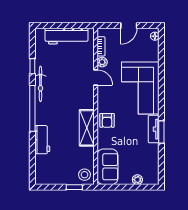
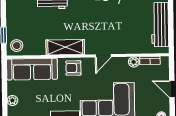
door: (96, 77) -> (103, 56), moved
sofa: (107, 167) -> (32, 69), width x1.36

